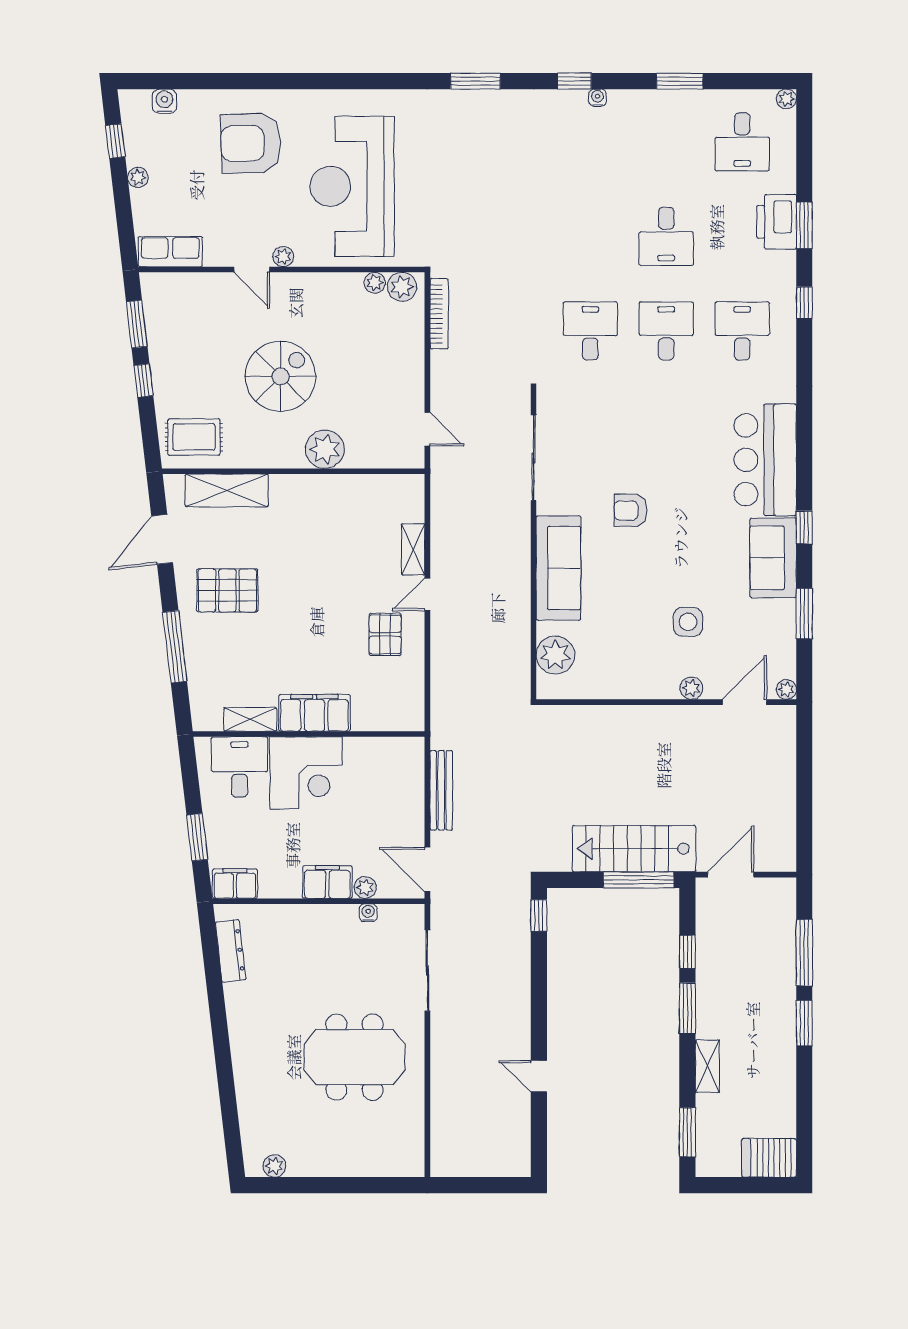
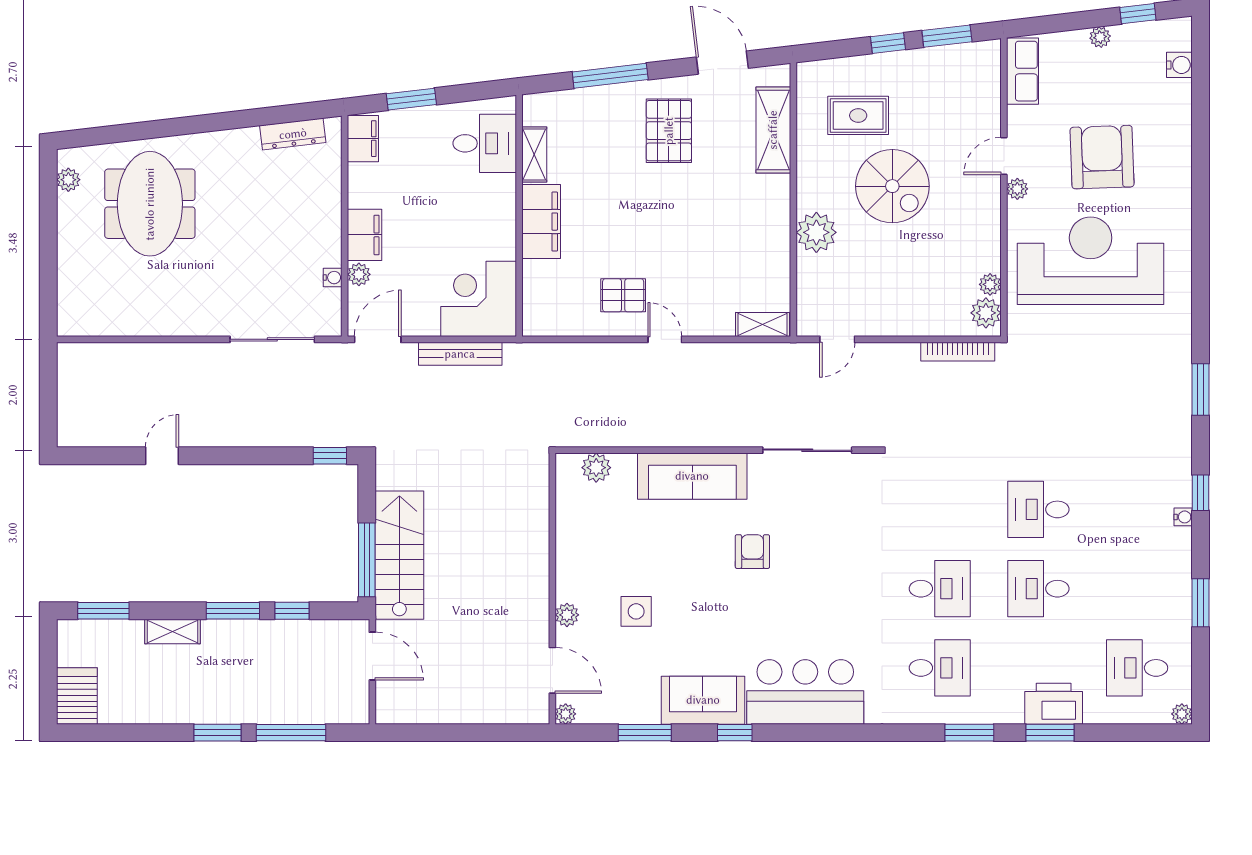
armchair: (251, 143) -> (1102, 157), moved
window: (804, 303) -> (969, 733), width x1.50
desk: (590, 331) -> (1038, 509), moved, turned 180
rug: (194, 437) -> (858, 115), moved, turned 90
shelving: (413, 549) -> (762, 325), moved
plant: (555, 655) -> (596, 468), width x0.73, depth x0.73
corner desk: (306, 773) -> (479, 299), moved, turned 90
meeting table: (355, 1057) -> (150, 204), moved

